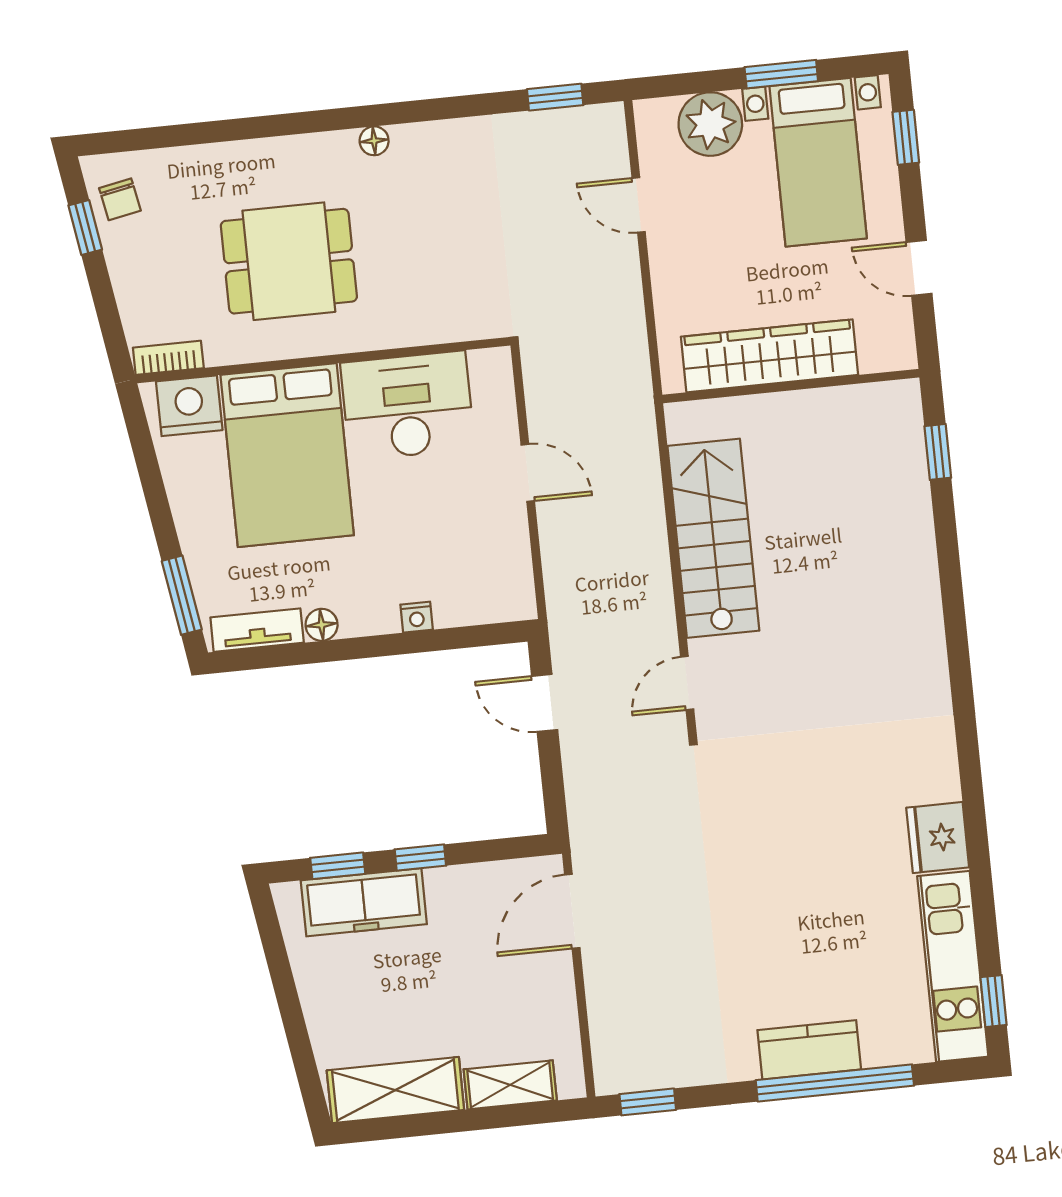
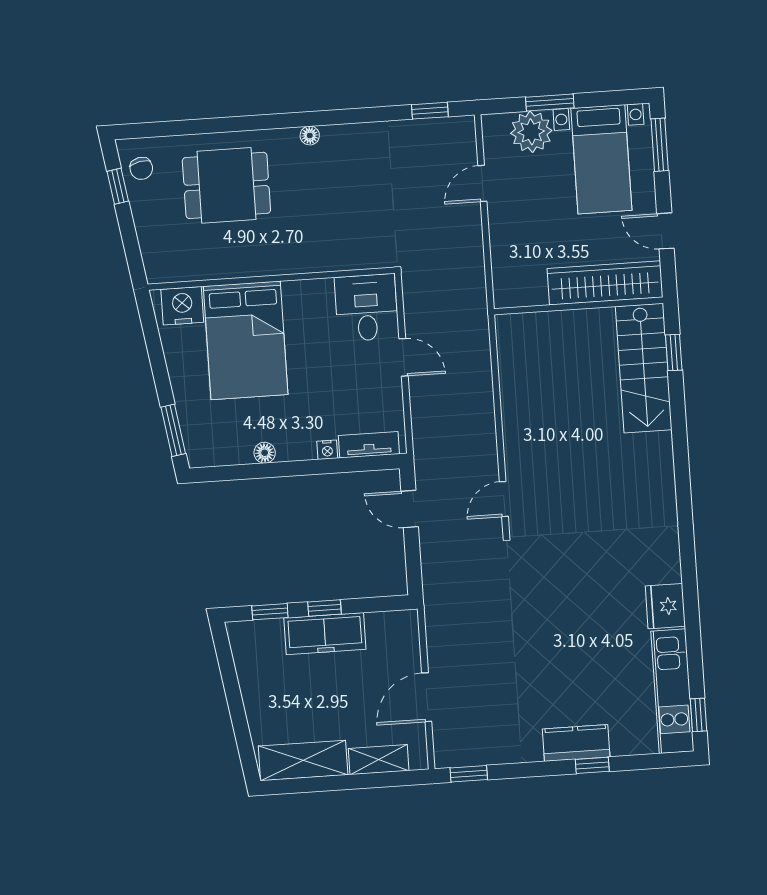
window: (781, 74) -> (550, 103), moved
window: (906, 137) -> (660, 145), width x1.50
door: (639, 205) -> (482, 183), hinge flipped
dining table: (289, 261) -> (226, 185), moved
wardrobe: (769, 356) -> (605, 283), moved
bookcase: (168, 358) -> (170, 274), removed
desk: (408, 406) -> (366, 308), moved, width x0.73
stairs: (713, 538) -> (644, 368), moved, turned 180
tv unit: (257, 630) -> (369, 445), moved
freezer: (364, 902) -> (325, 634), moved
door: (572, 911) -> (427, 697), moved
window: (835, 1083) -> (592, 765), width x0.32

